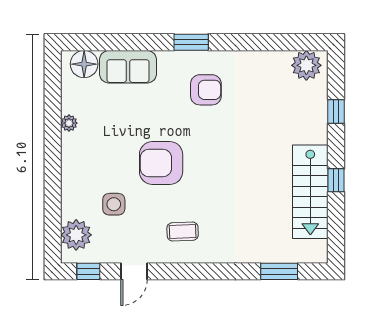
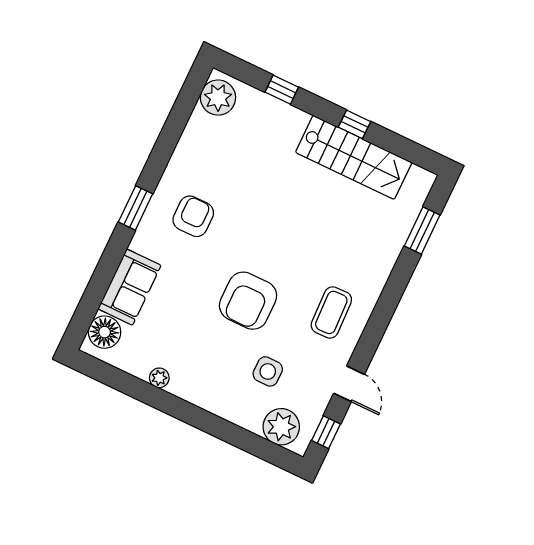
coffee table: (183, 232) -> (331, 312), width x1.36, depth x1.30

